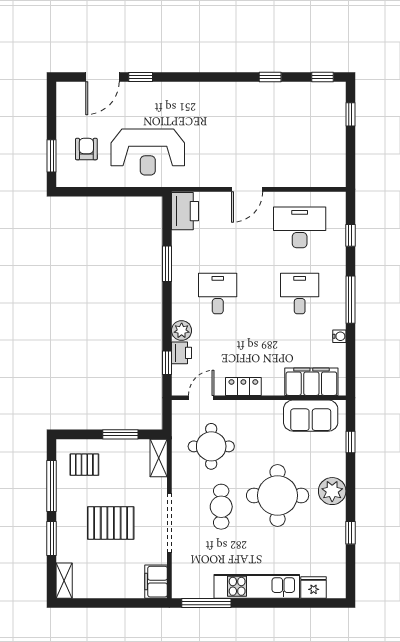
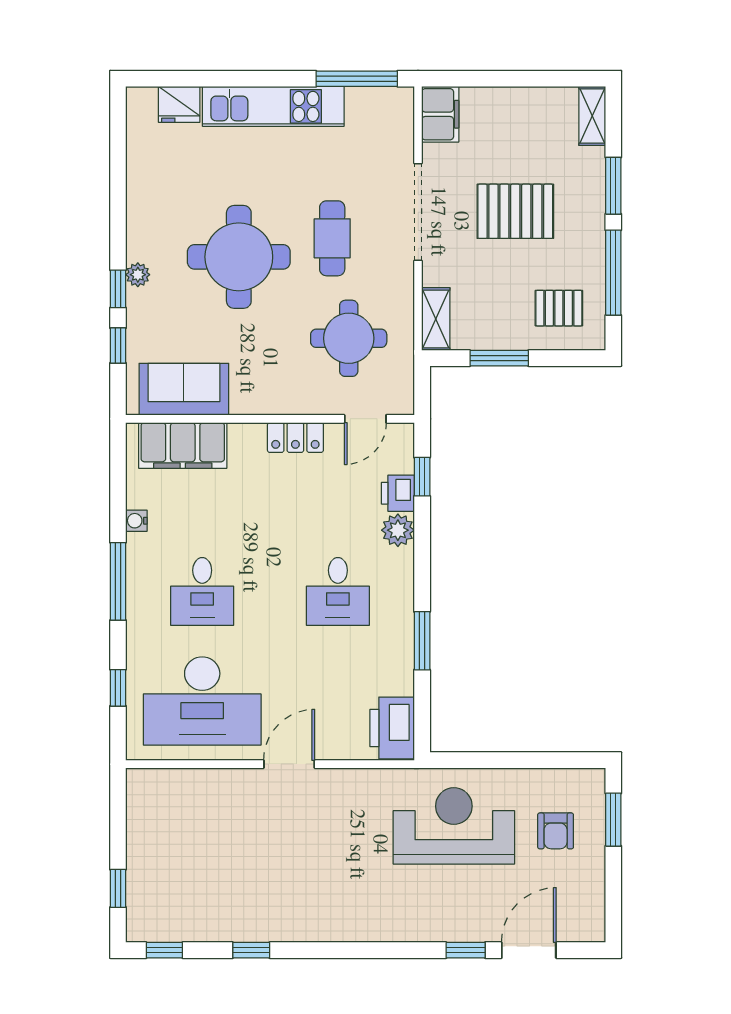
desk: (300, 227) -> (202, 701), width x1.36, depth x1.30
plant: (332, 491) -> (138, 275), width x0.53, depth x0.53
window: (350, 533) -> (118, 289), moved

